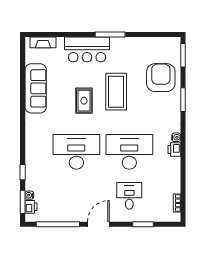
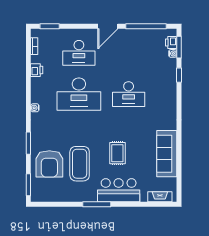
coffee table: (116, 92) -> (80, 164), moved
rug: (84, 101) -> (117, 153), moved
printer: (174, 150) -> (37, 70), moved
desk: (76, 152) -> (129, 94), width x0.73, depth x0.77
desk: (129, 196) -> (79, 53), width x1.37
window: (143, 224) -> (50, 26), moved

